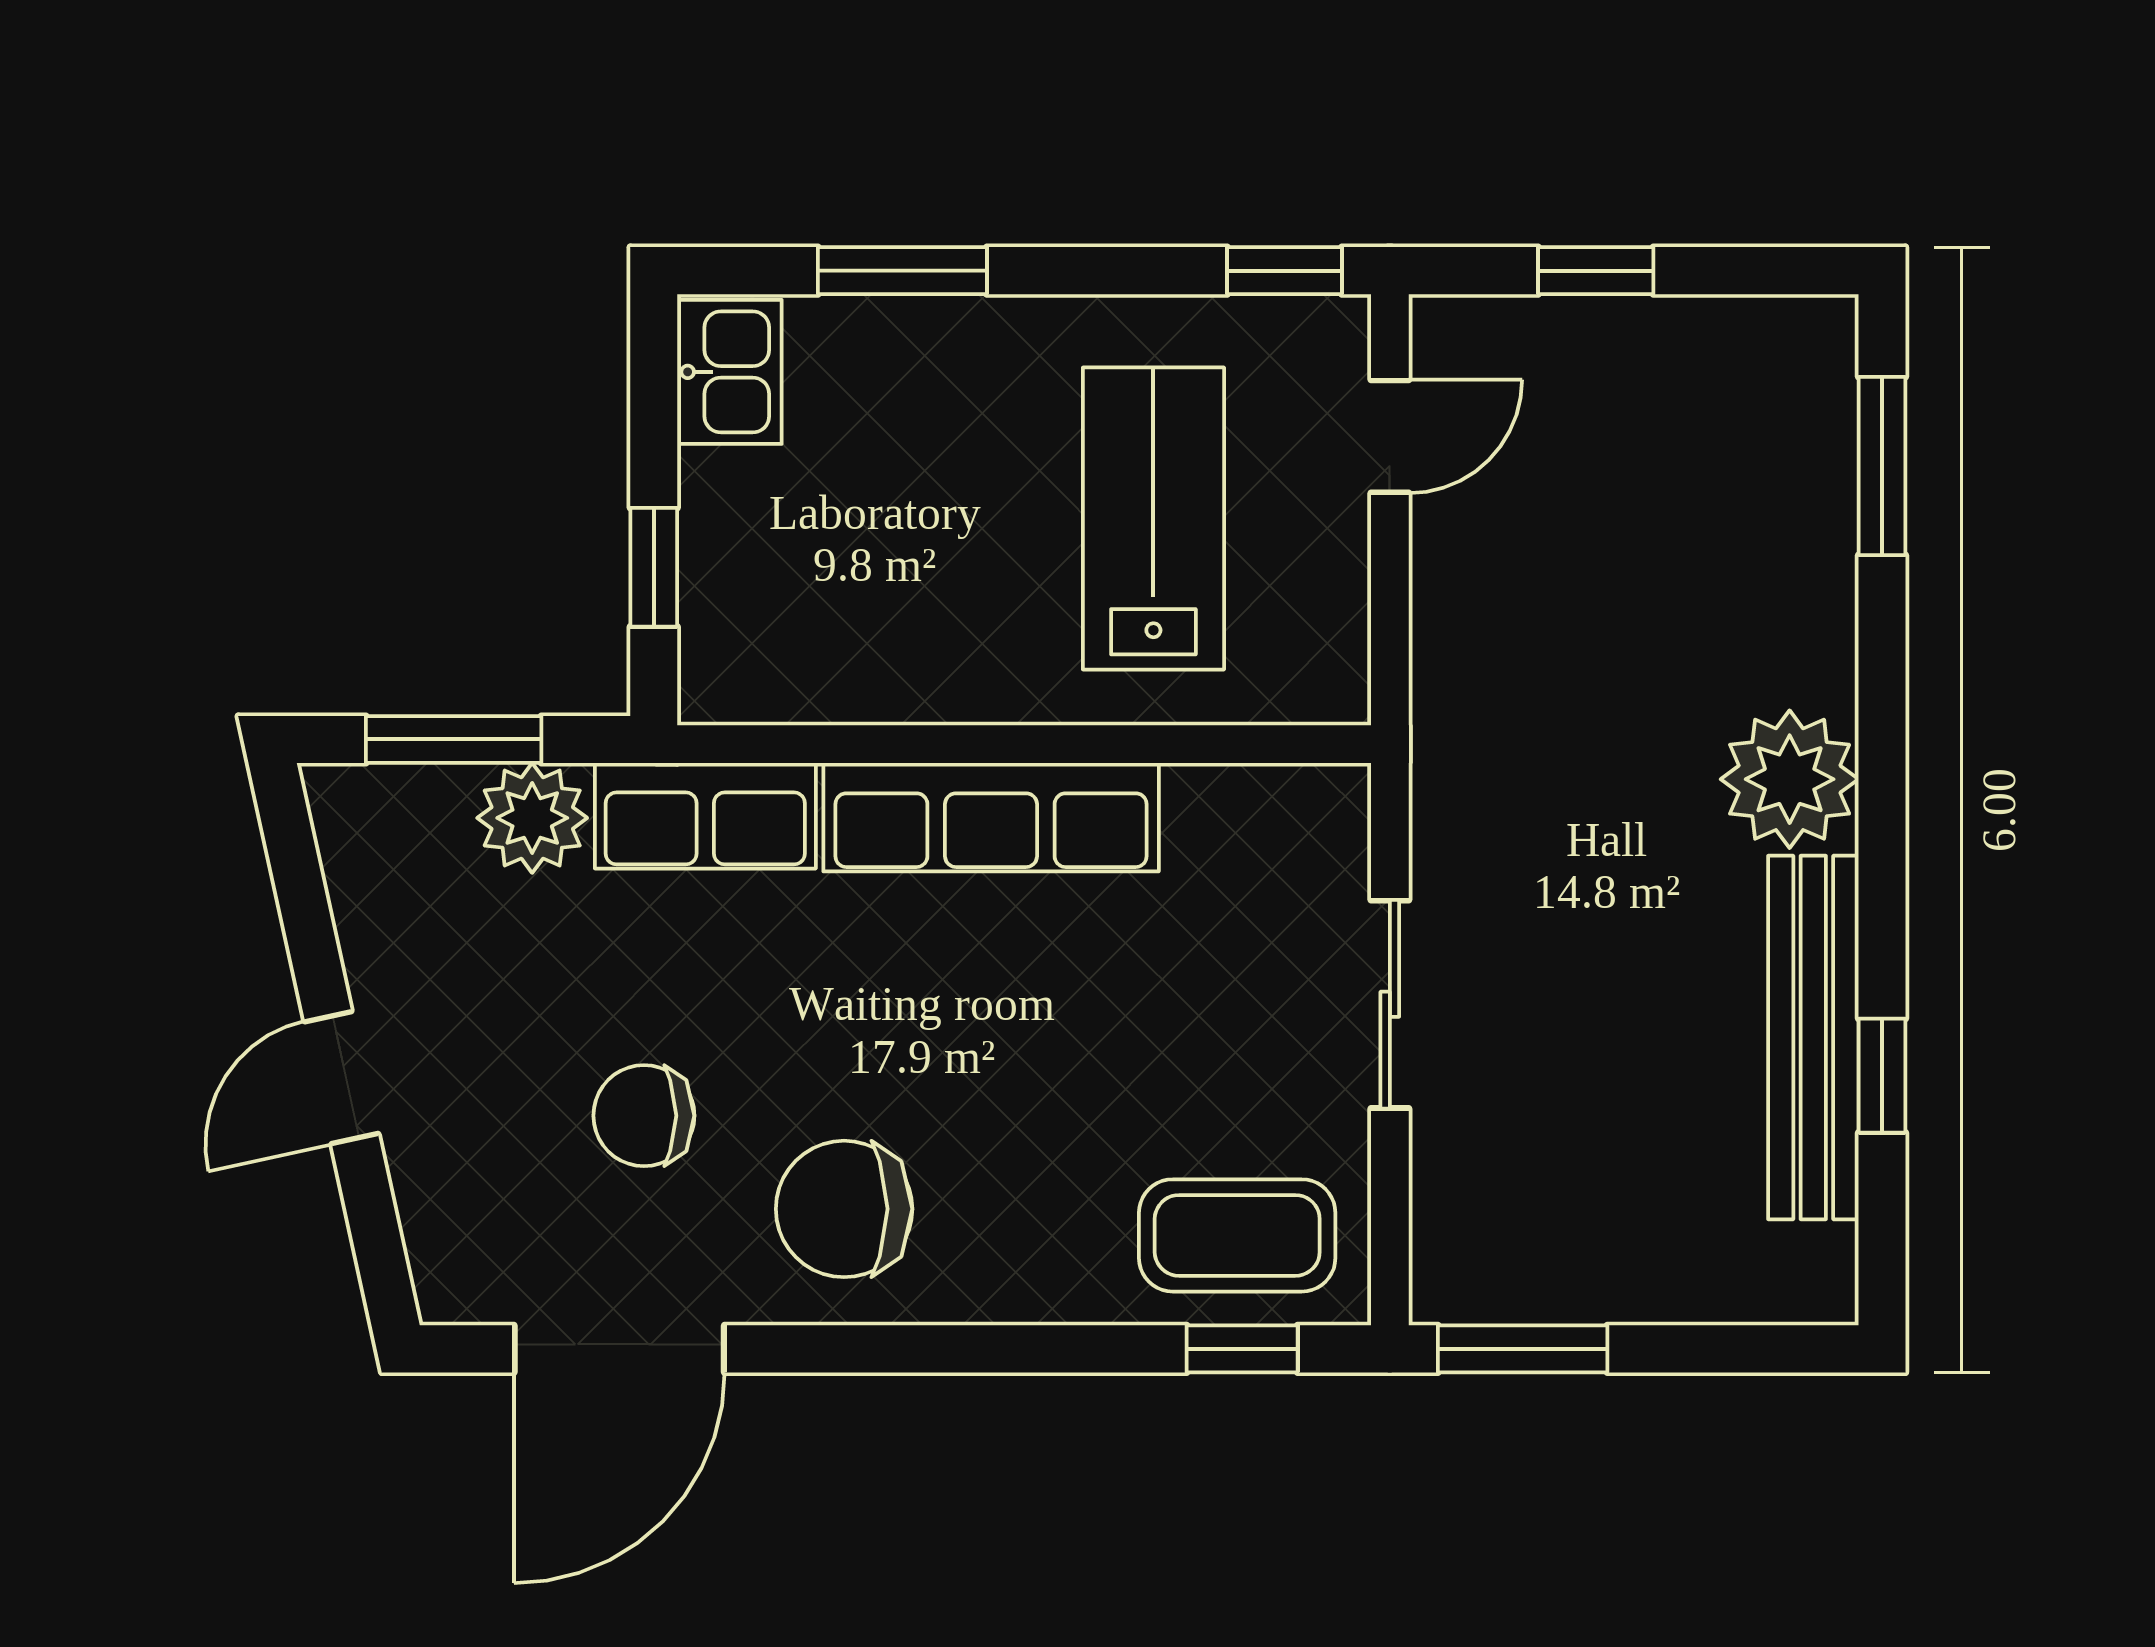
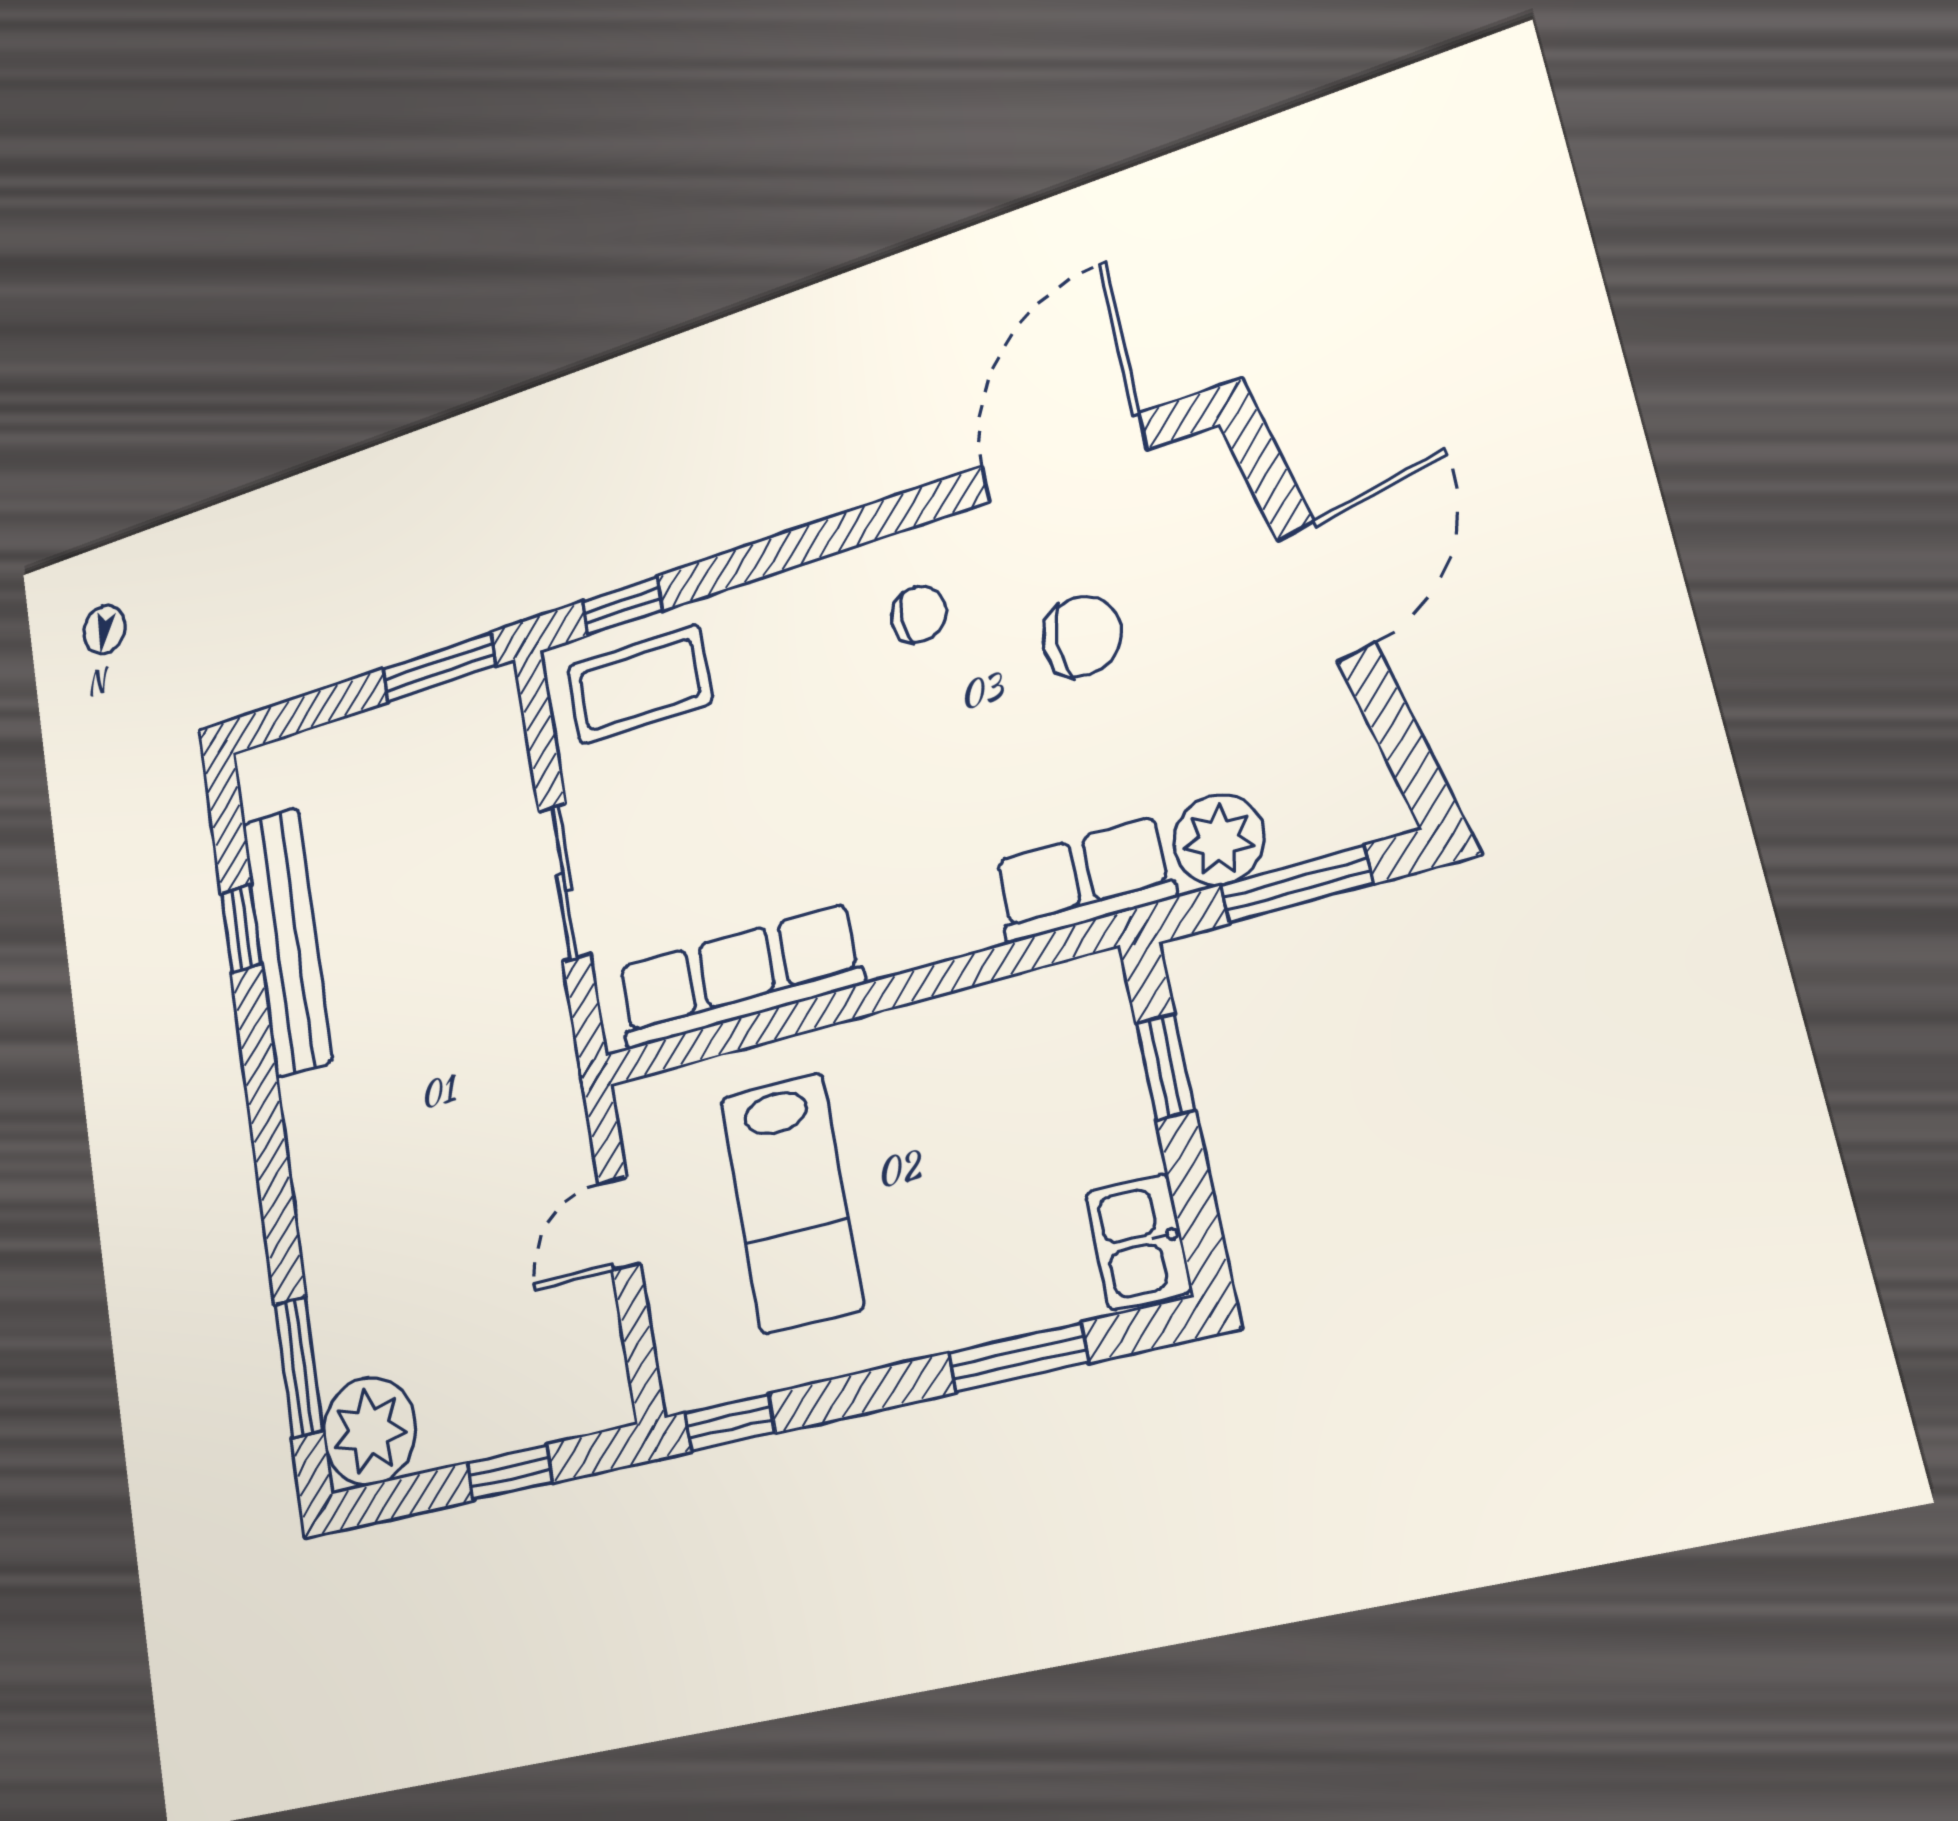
door: (1390, 436) -> (619, 1223), moved
plant: (1790, 779) -> (369, 1431), moved
row of seats: (991, 817) -> (738, 976), moved
door: (341, 1078) -> (1326, 591), width x1.38
chair: (844, 1209) -> (919, 614), width x0.54, depth x0.54

